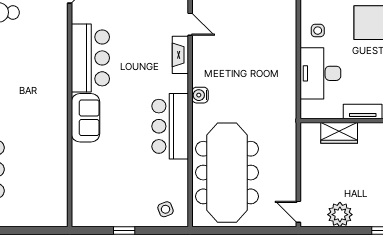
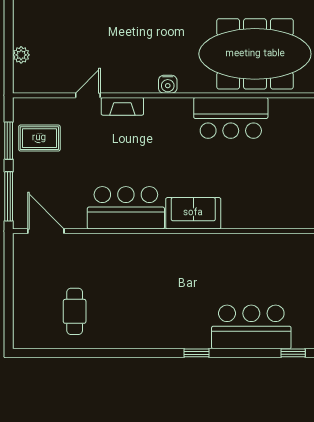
bar counter: (170, 126) -> (231, 118), moved
side table: (165, 209) -> (296, 123), removed

